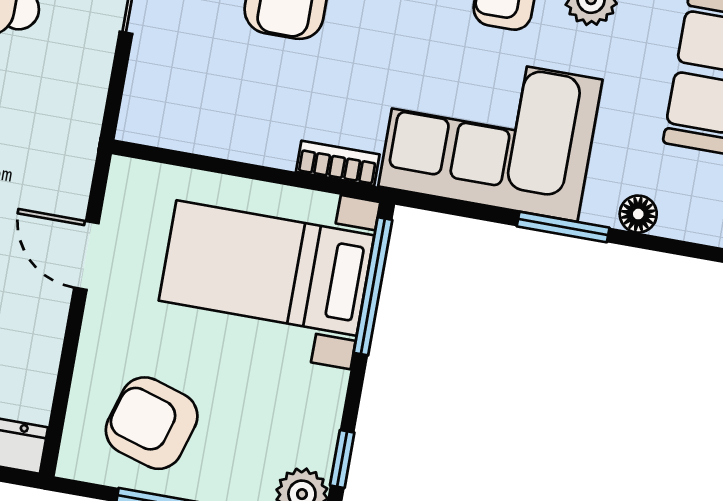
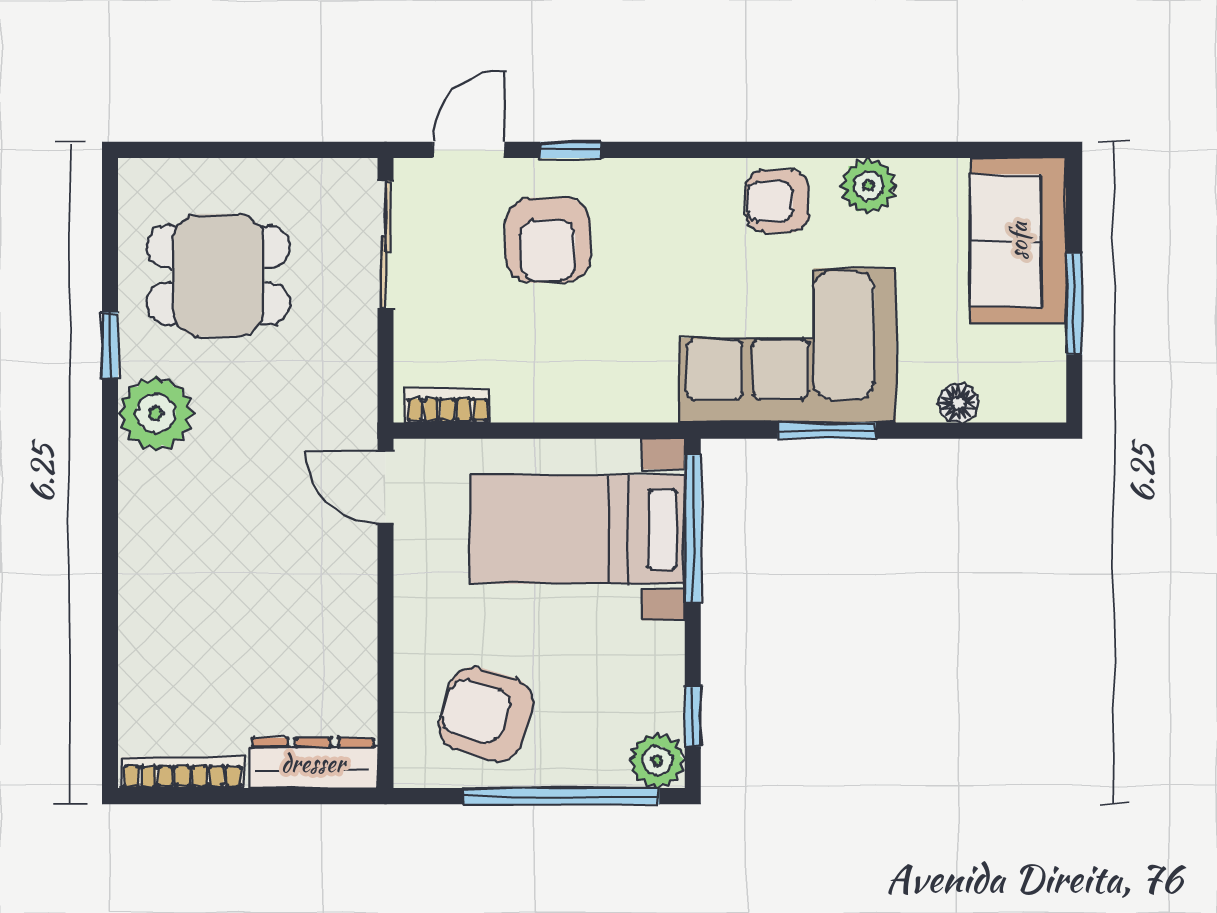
bookcase: (338, 163) -> (447, 406), moved
window: (563, 227) -> (827, 431), moved
door: (86, 255) -> (385, 487), moved

